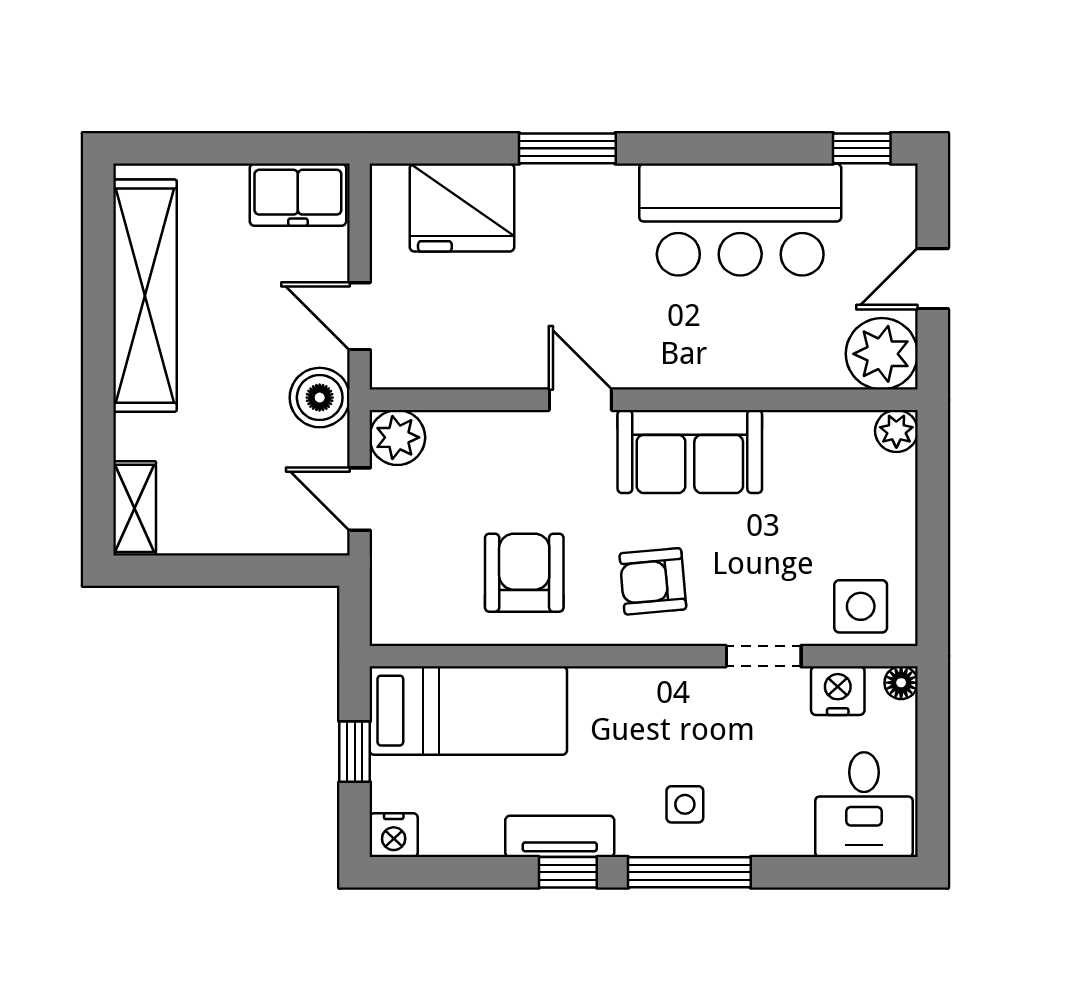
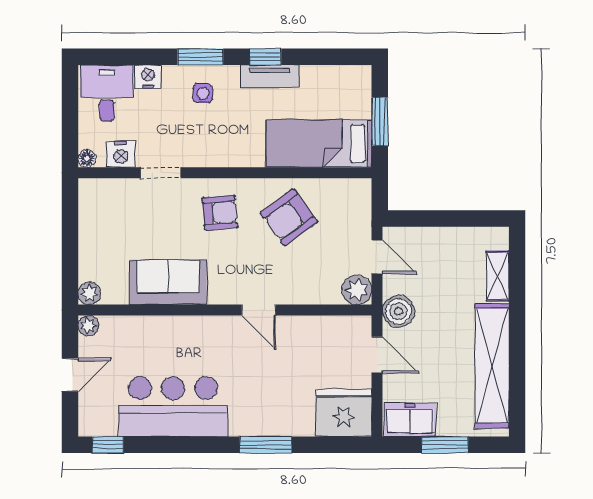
window: (233, 148) -> (445, 445), added
fridge: (462, 208) -> (344, 413), moved
plant: (882, 354) -> (88, 326), width x0.53, depth x0.53
sofa: (690, 451) -> (168, 282), moved
shelving: (135, 508) -> (498, 276), moved
armchair: (524, 573) -> (289, 217), turned 54
side table: (861, 606) -> (109, 199), removed
window: (355, 752) -> (380, 121), width x1.50
nightstand: (394, 835) -> (148, 77), moved
window: (689, 872) -> (200, 57), width x0.69

